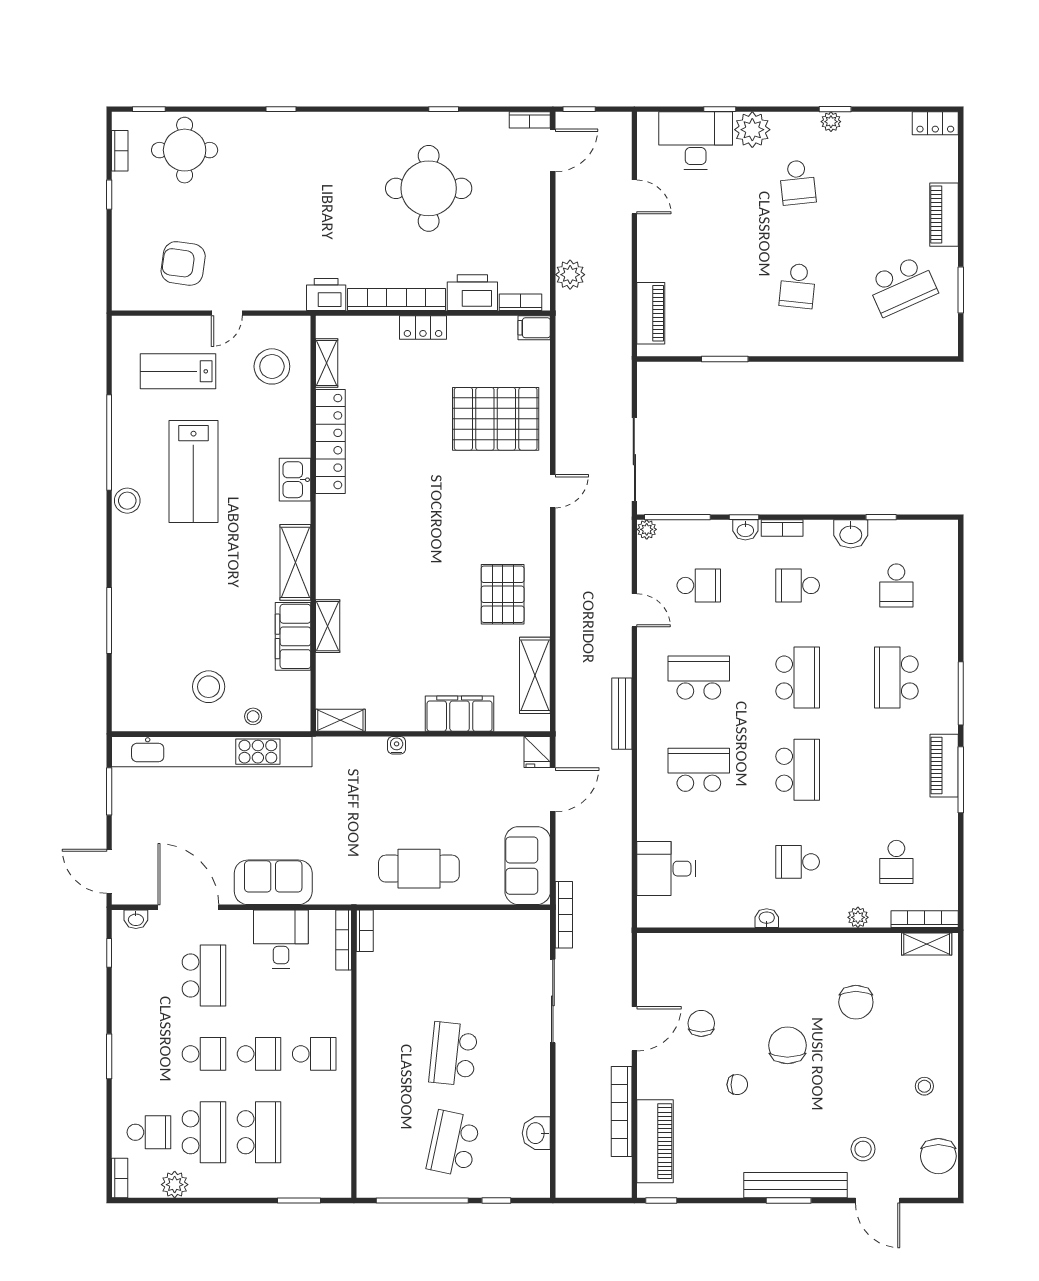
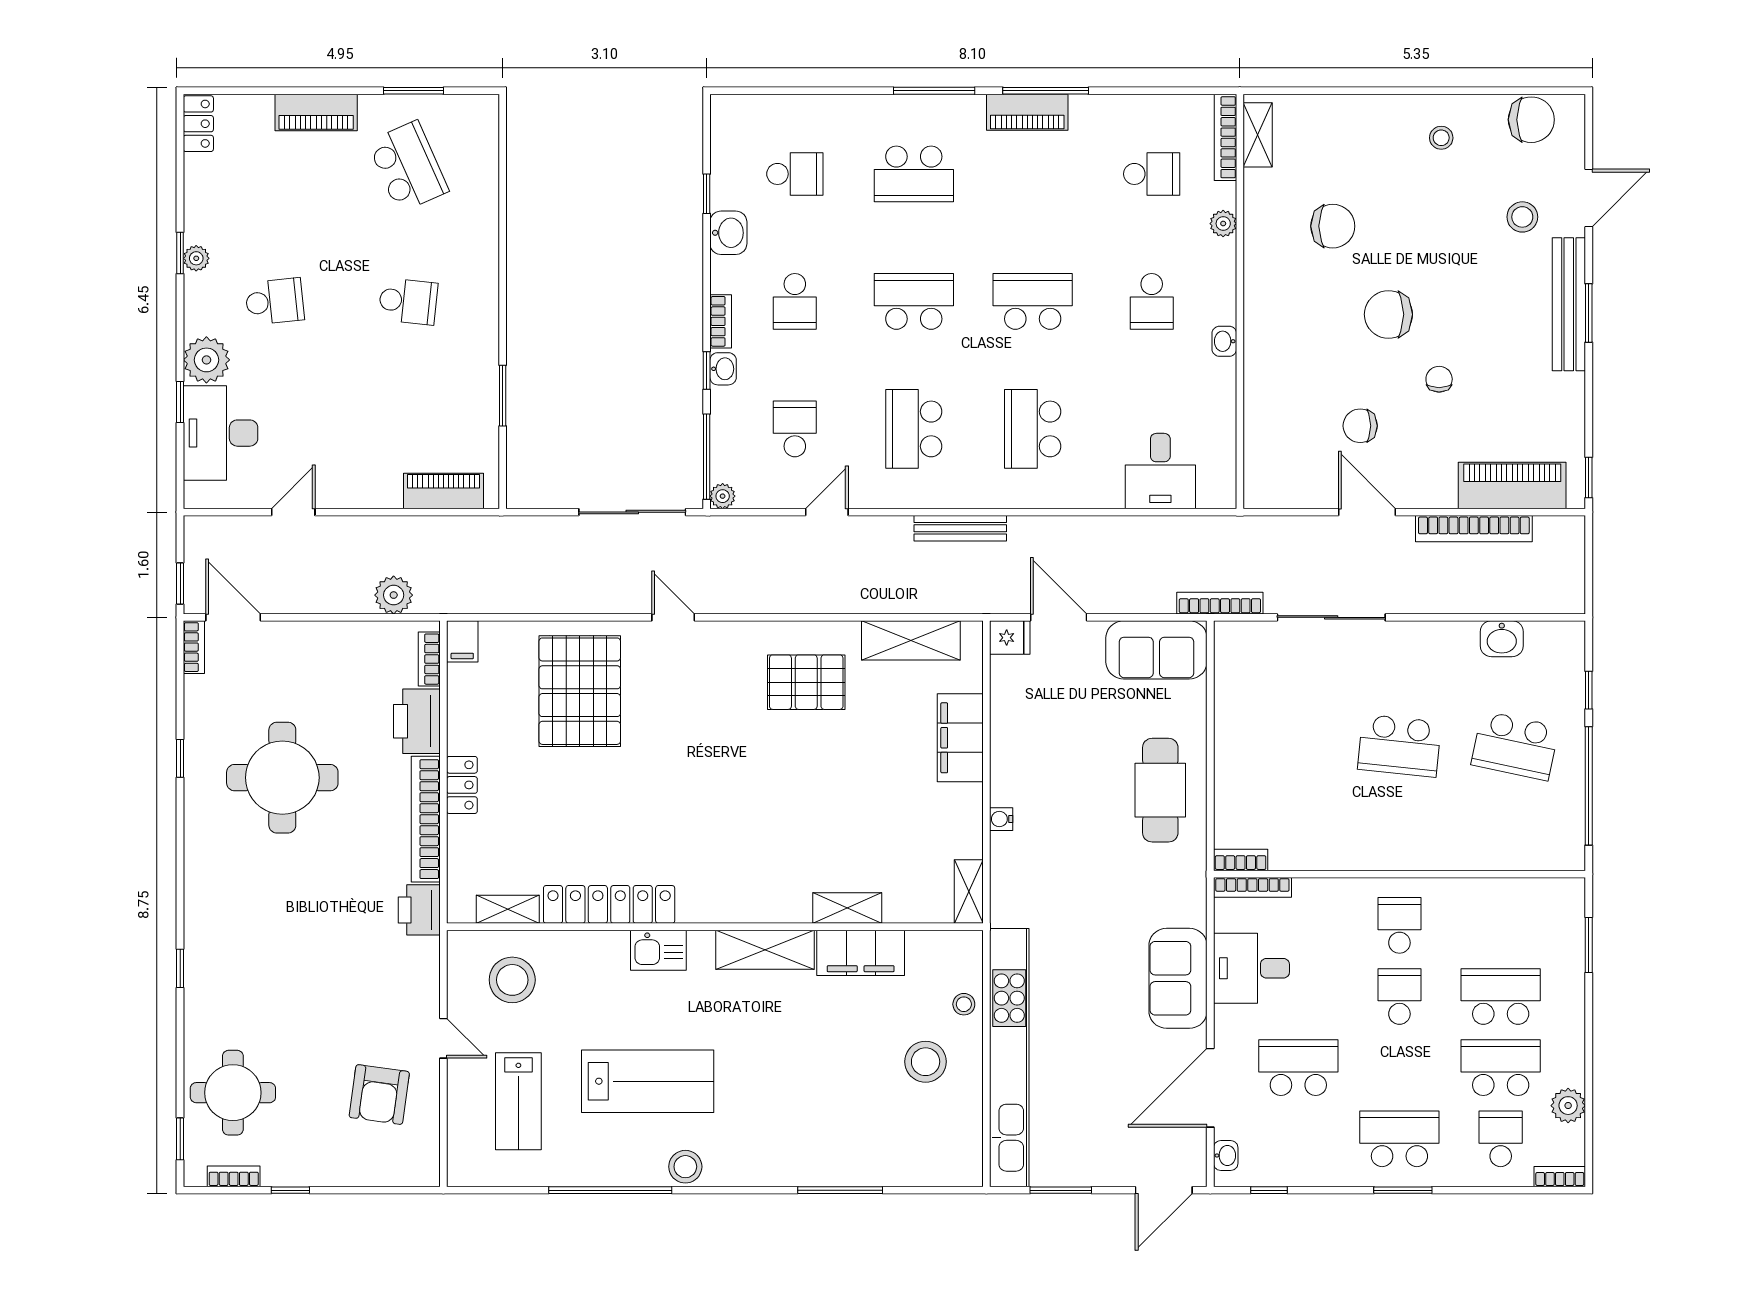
school desk: (204, 1054) -> (1399, 1139), moved, width x1.85

